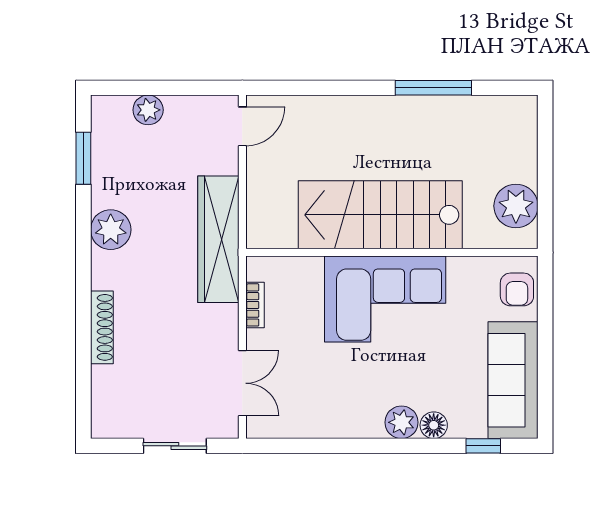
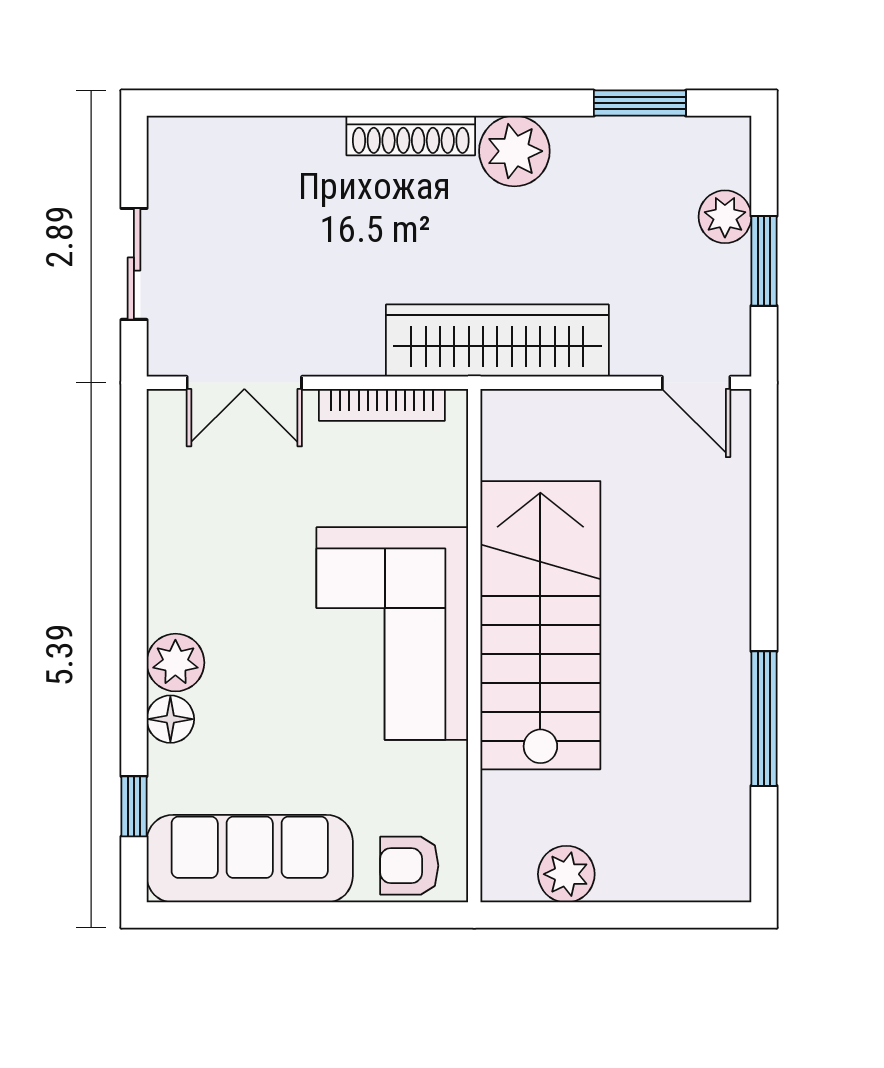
window: (173, 88) -> (764, 261), added
plant: (516, 206) -> (566, 874), width x0.73, depth x0.73
bookcase: (255, 305) -> (382, 405), width x1.56
shoe rack: (102, 327) -> (411, 136), moved

